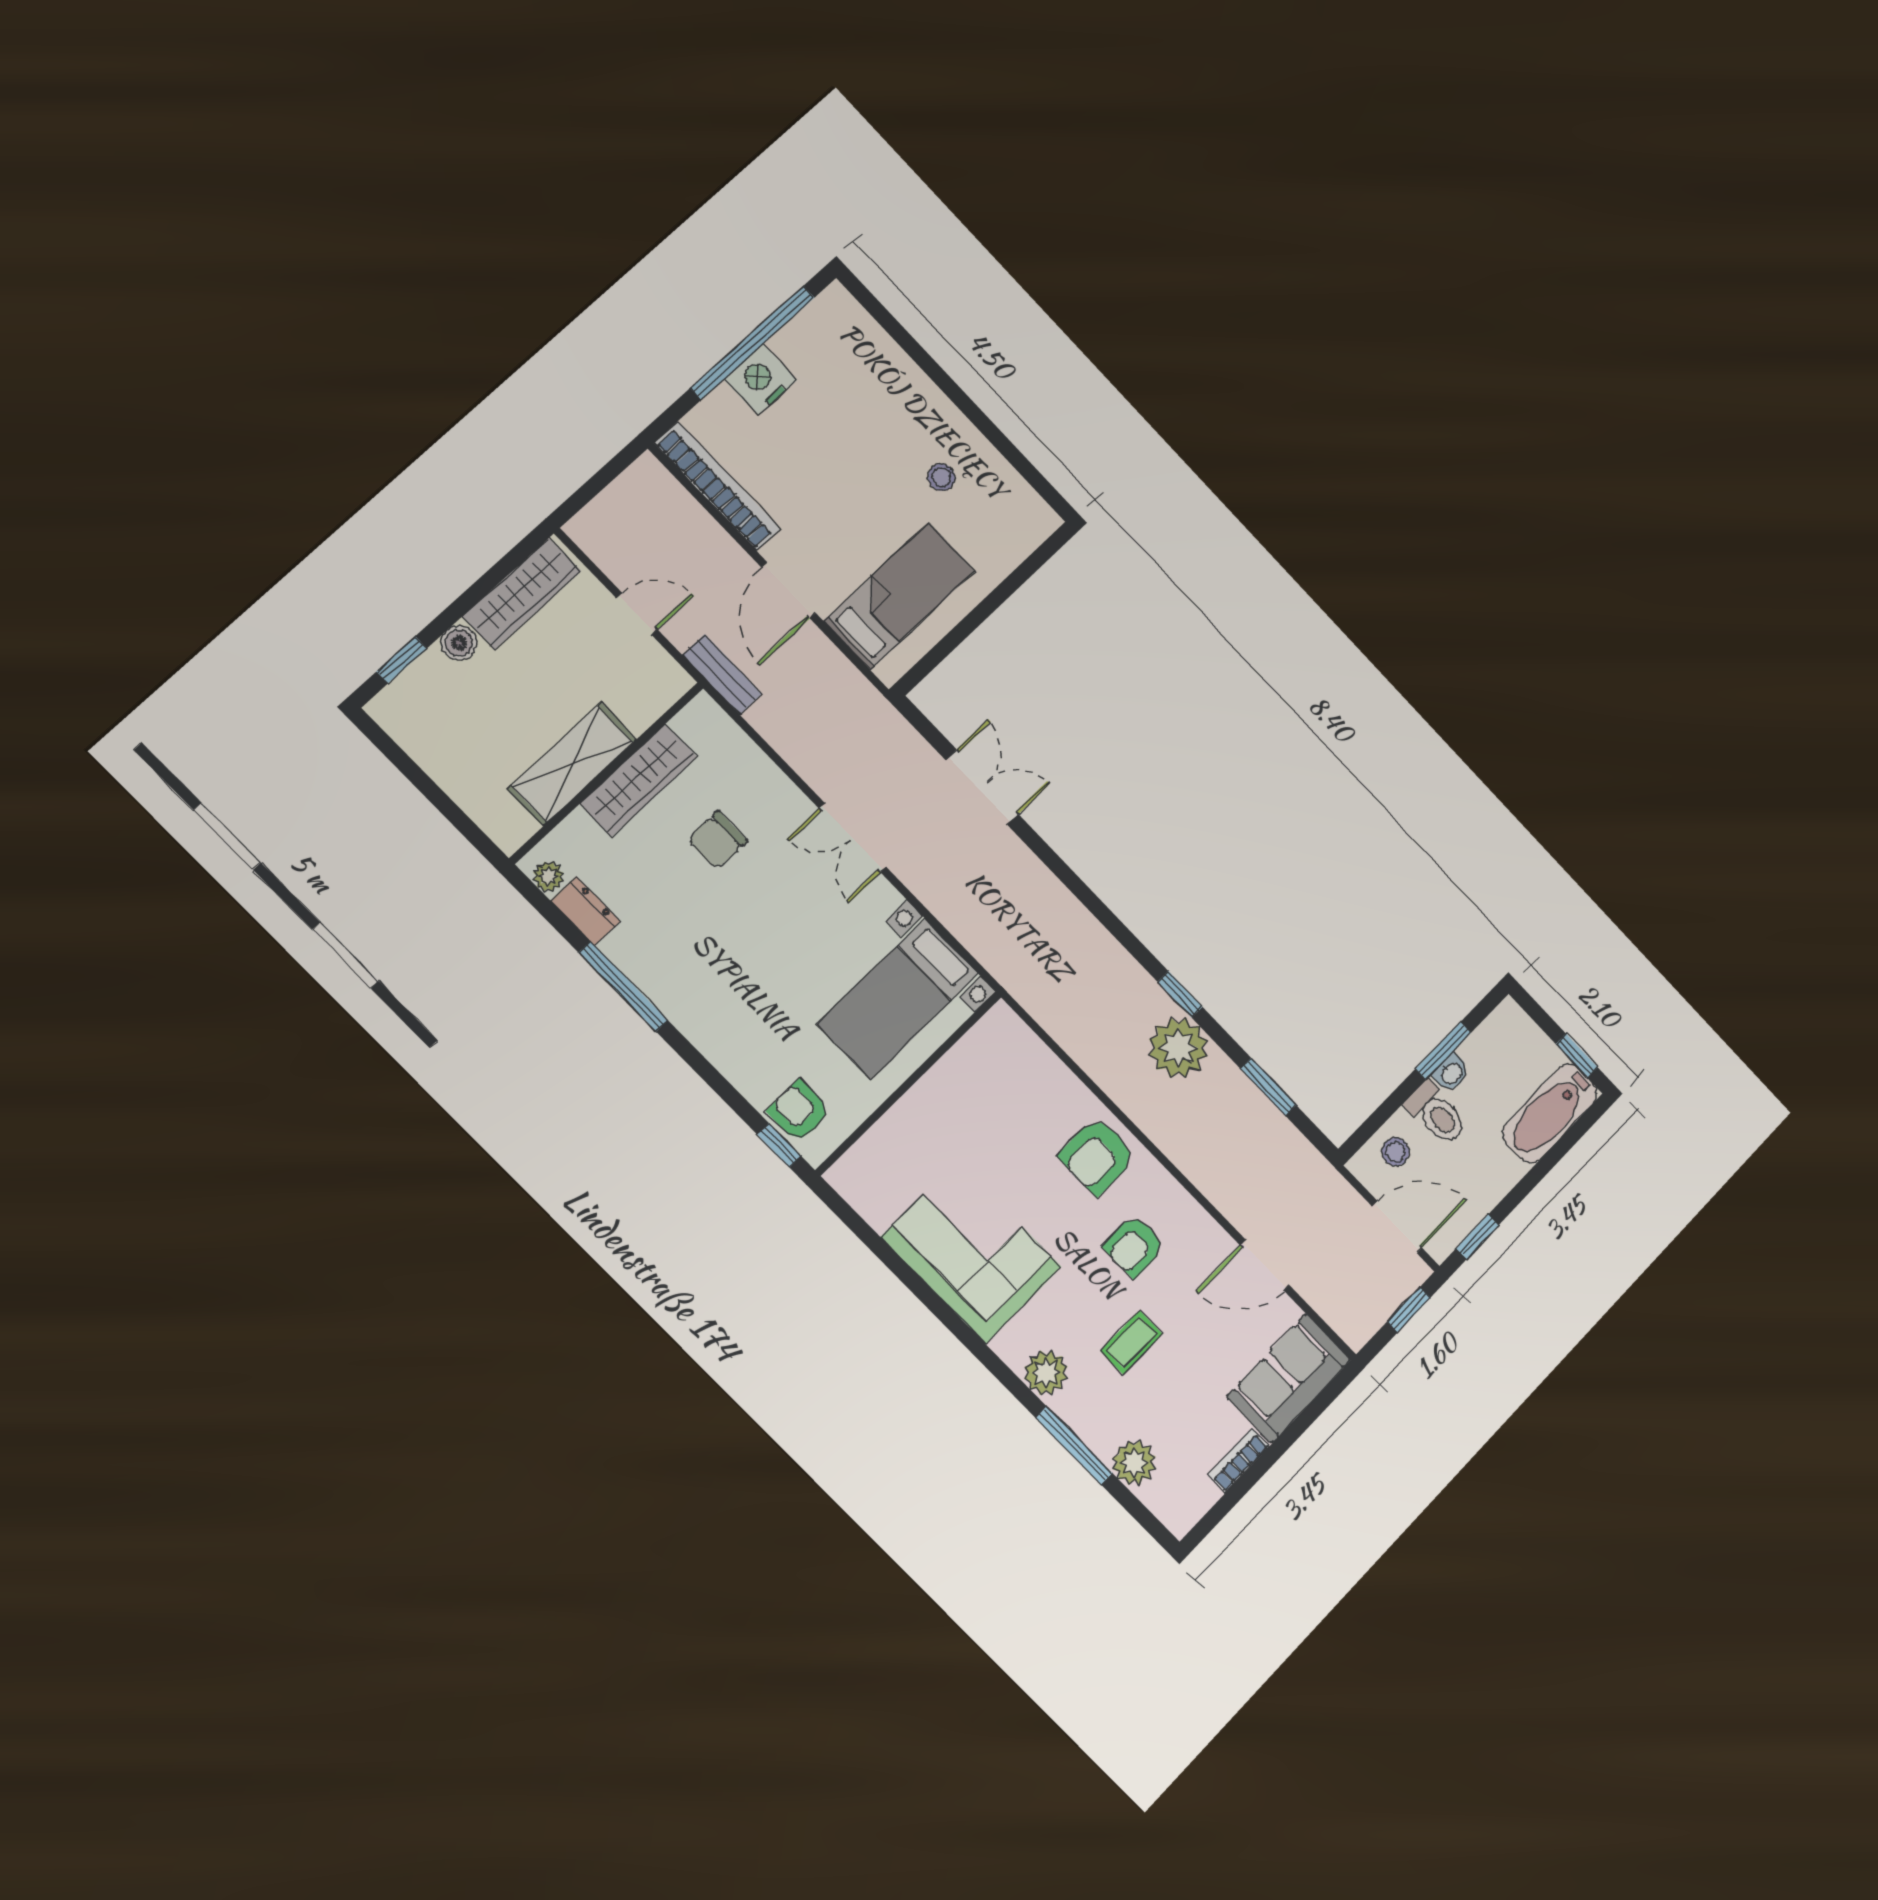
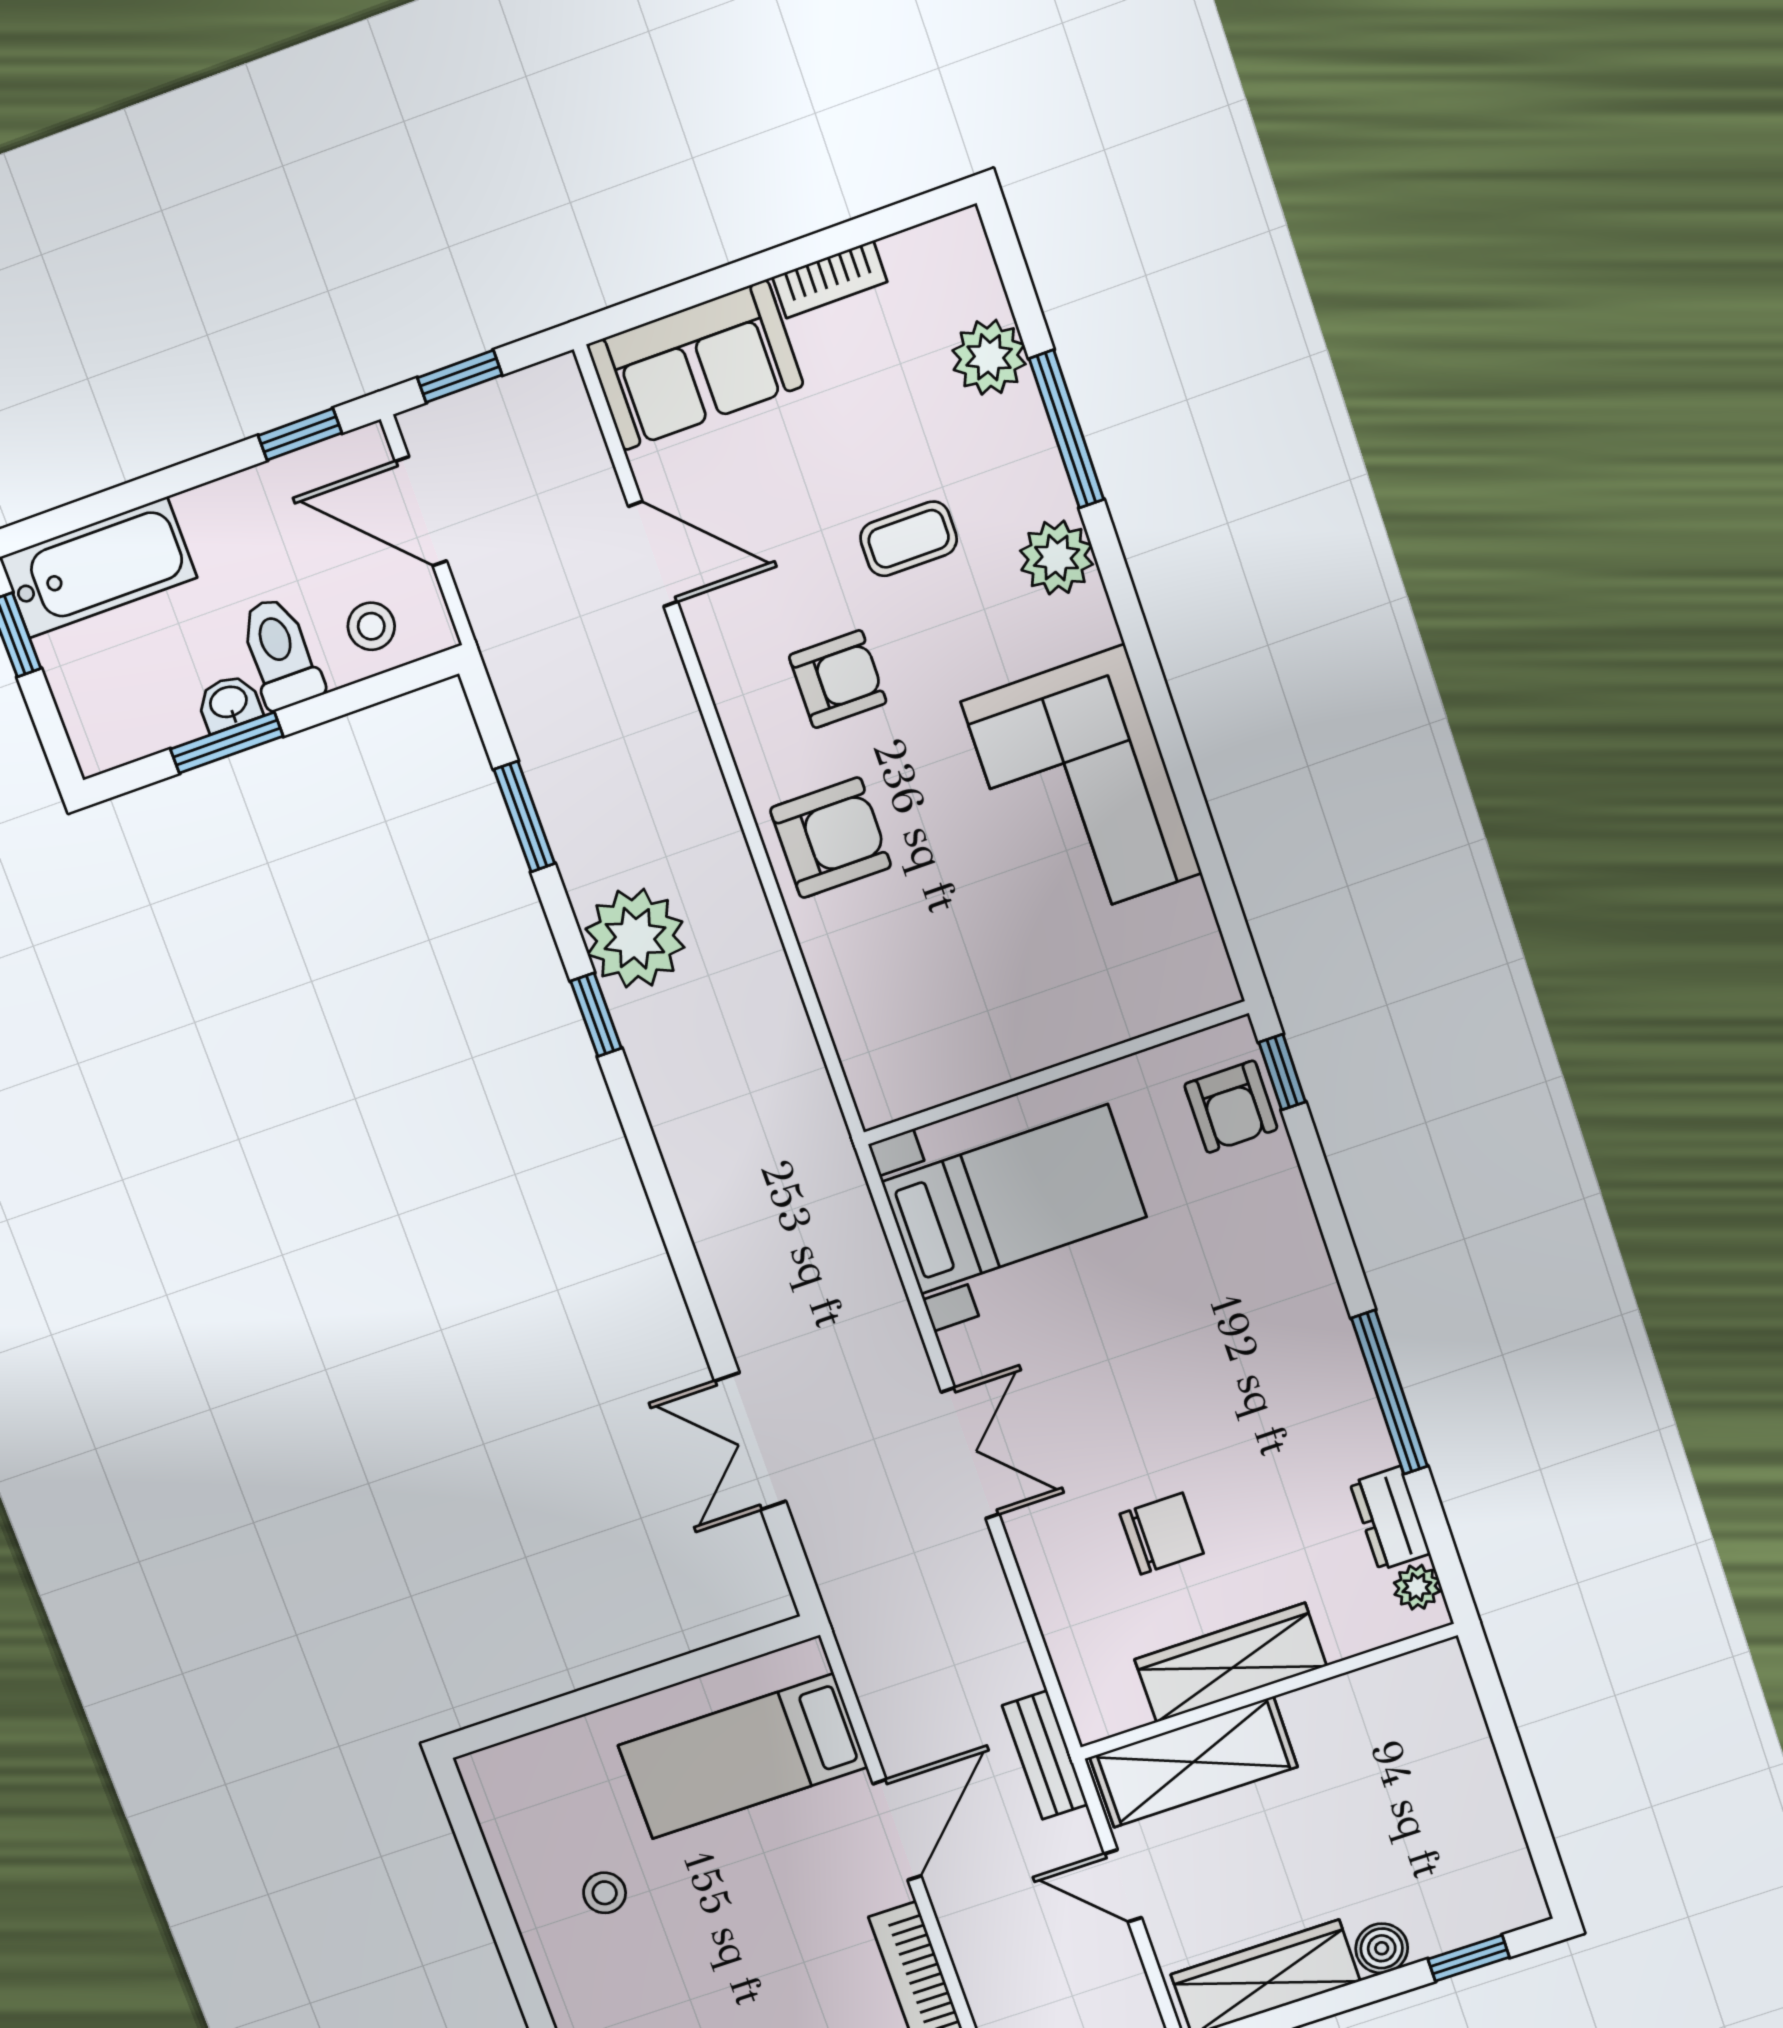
shelving: (572, 764) -> (1193, 1762), moved

